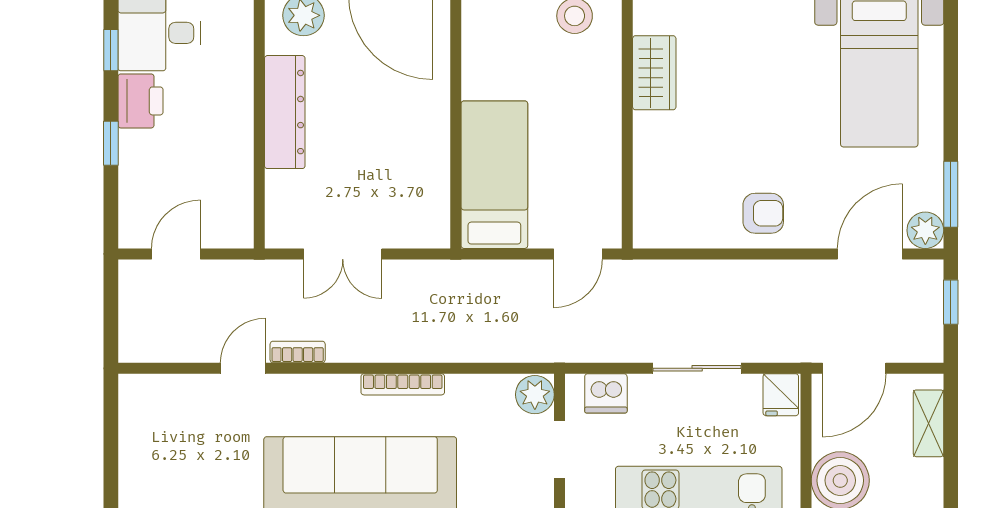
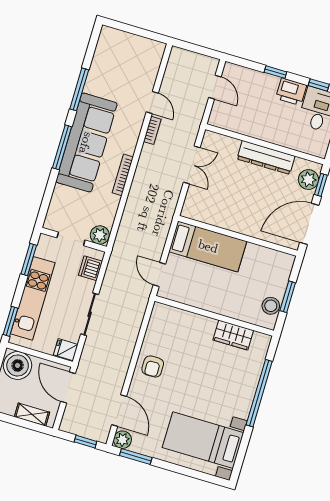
double door: (343, 254) -> (192, 165), swing flipped

